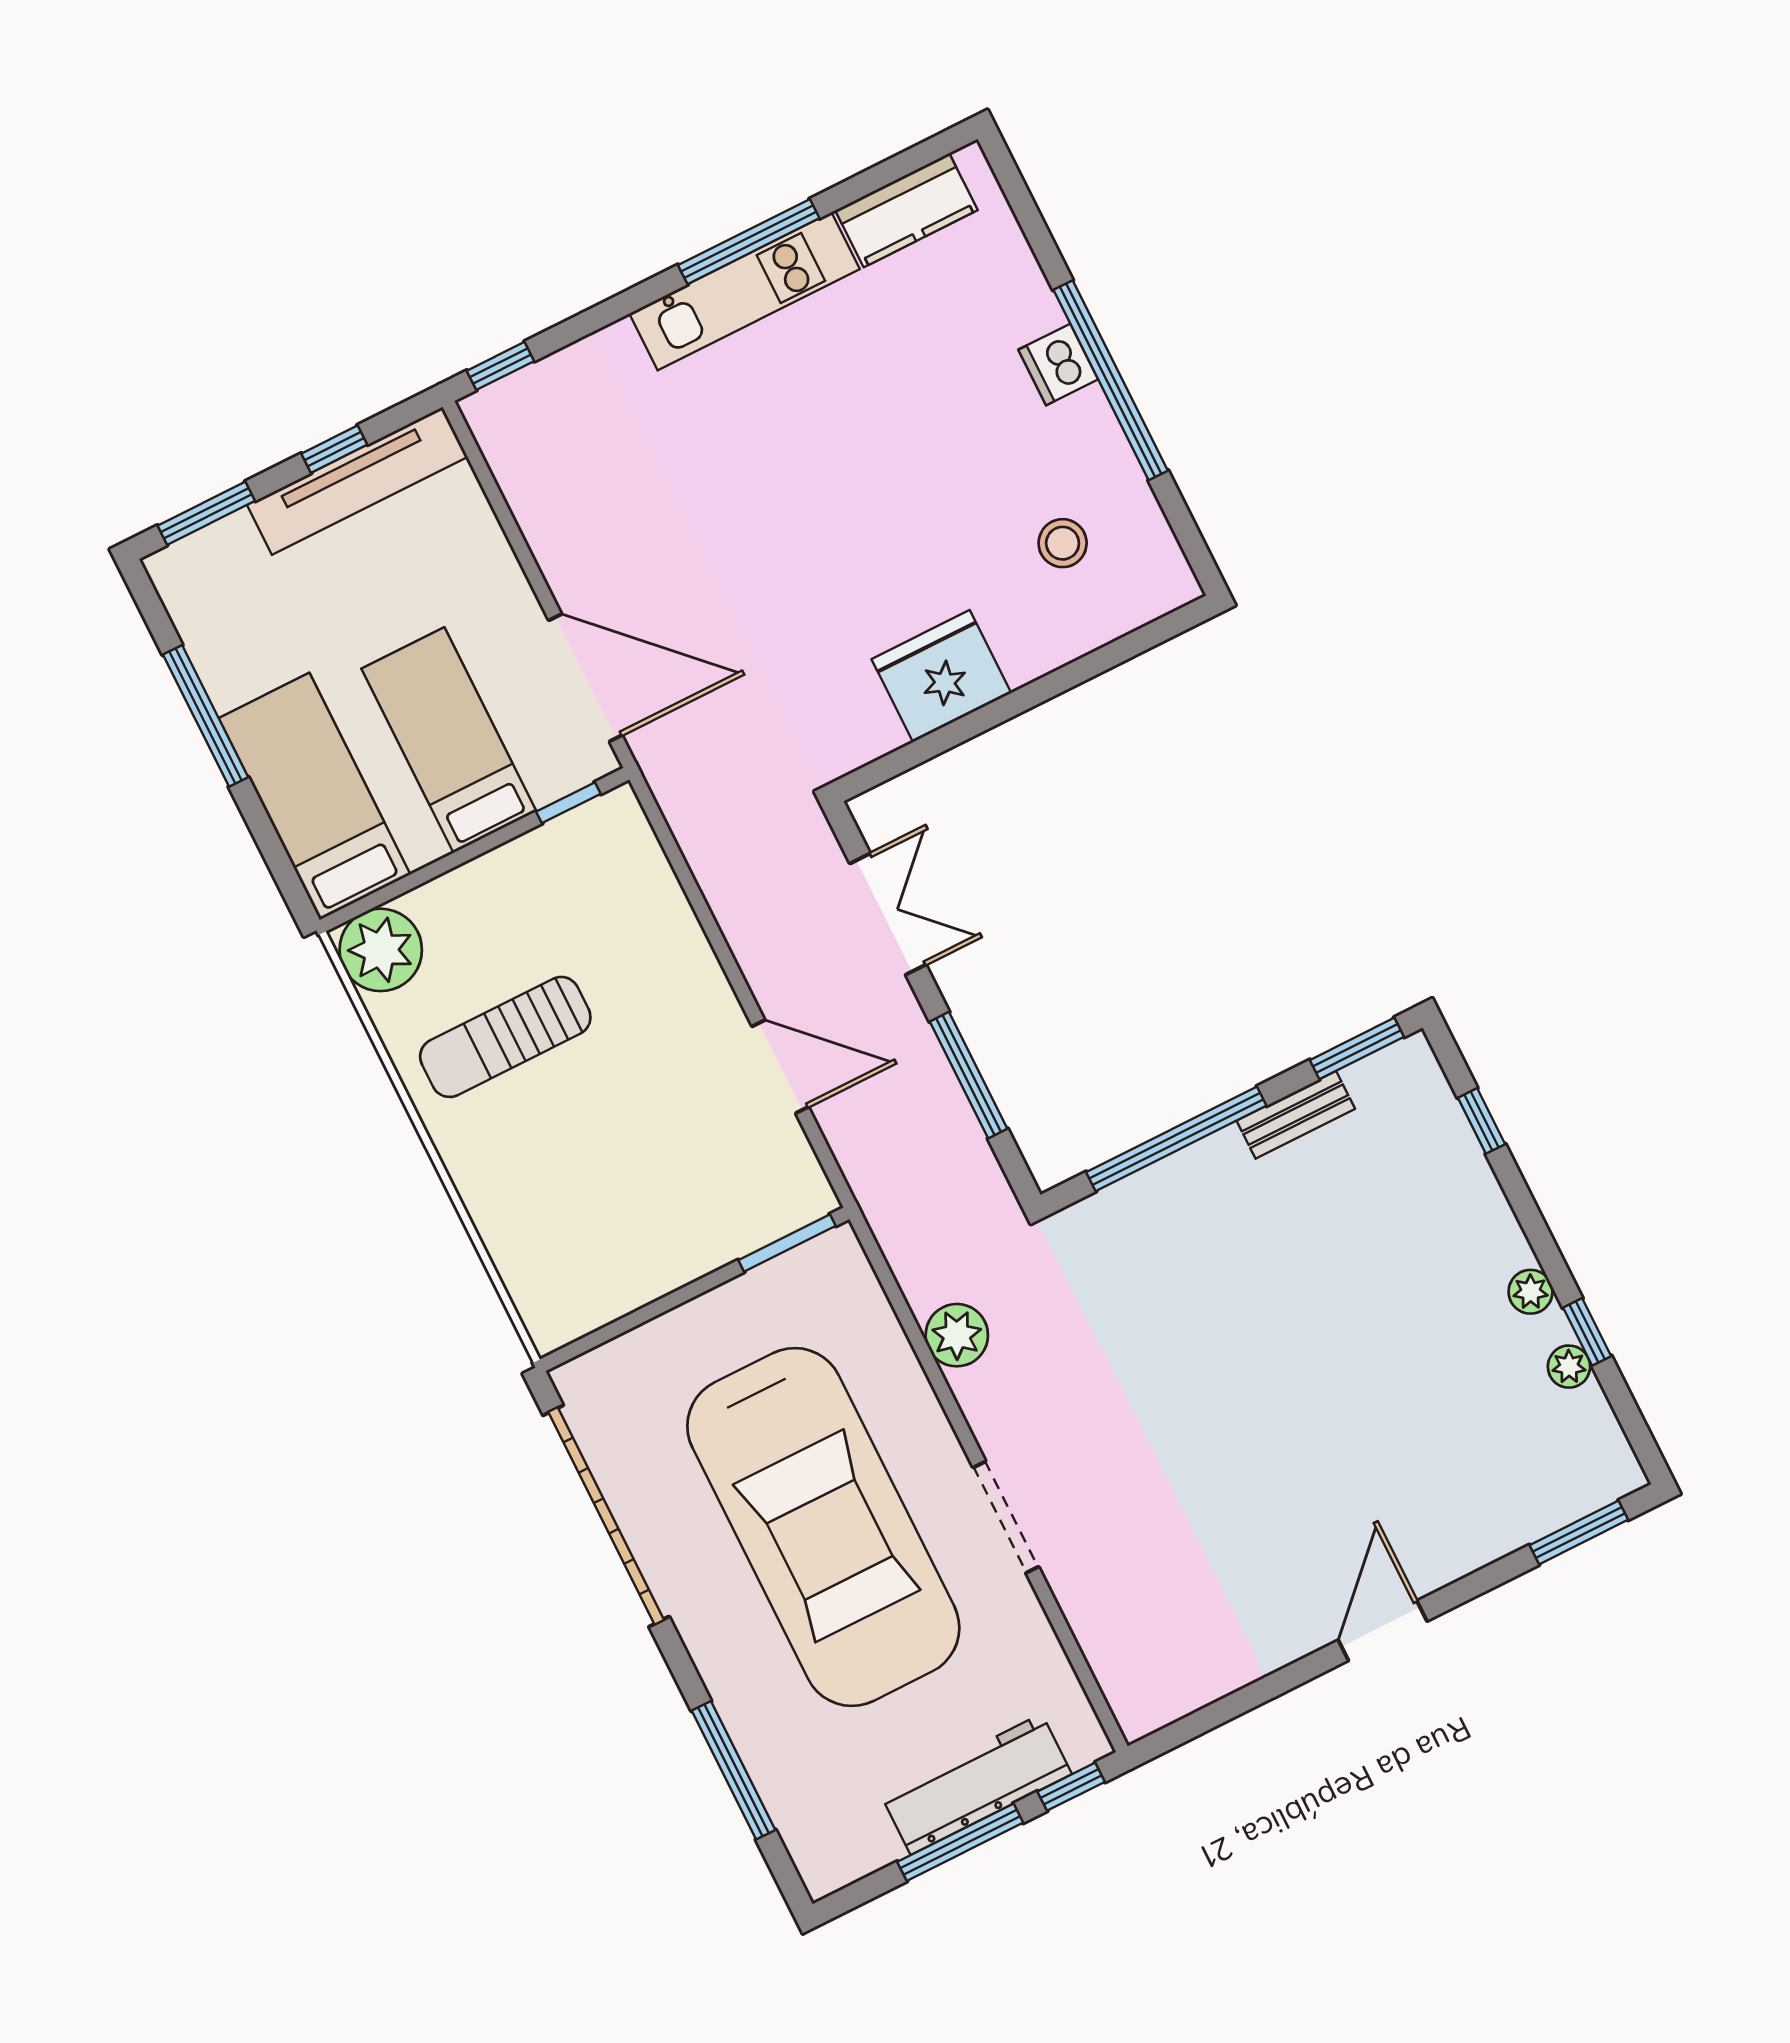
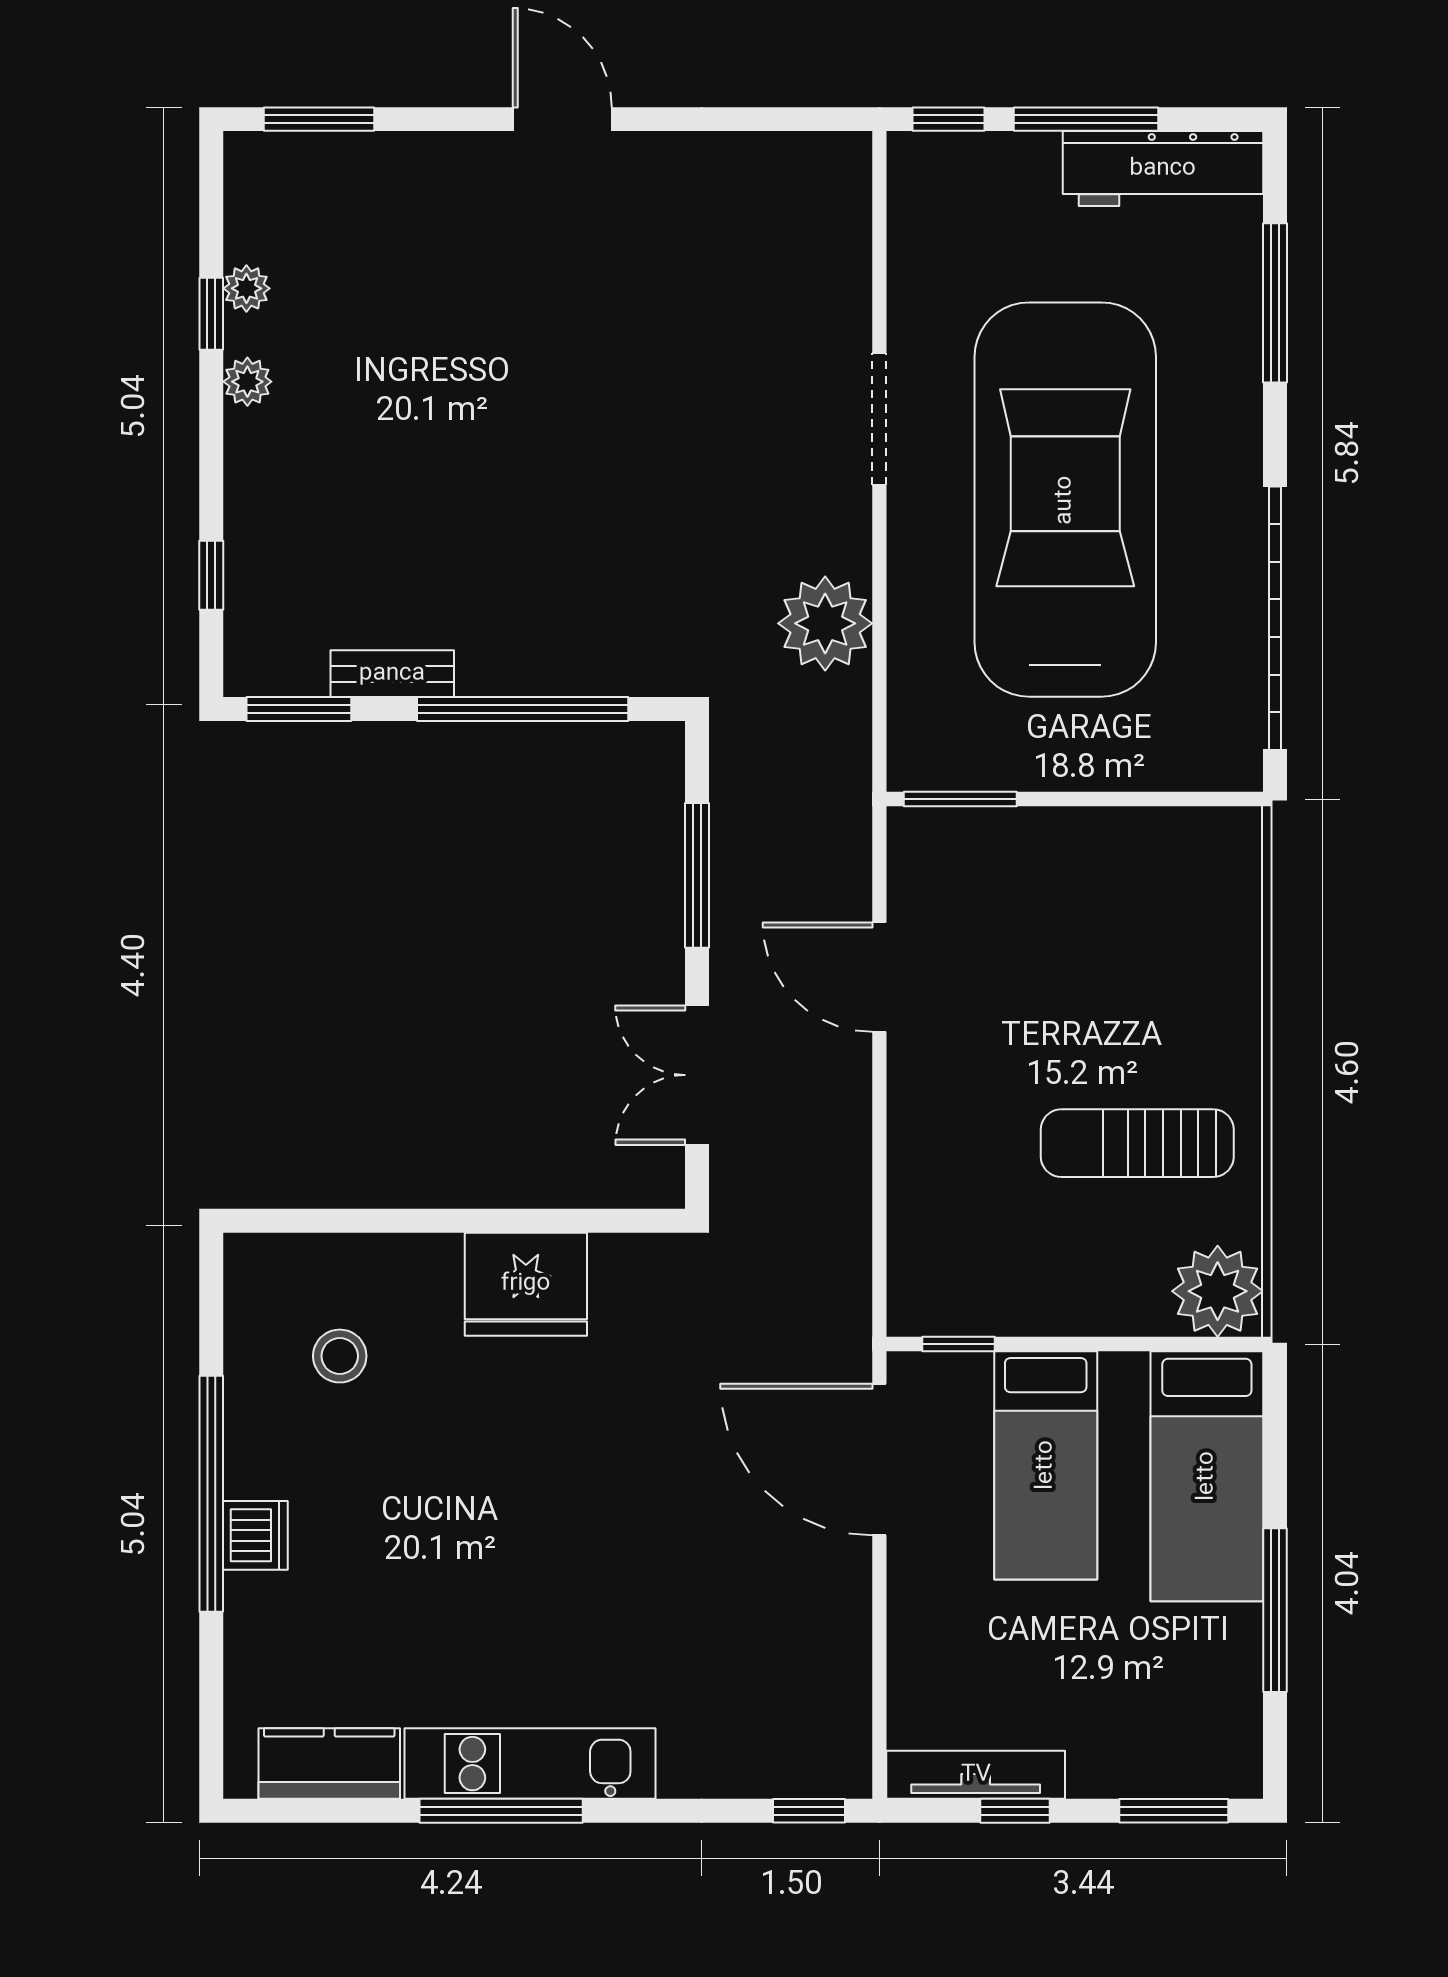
tv unit: (357, 481) -> (976, 1775), width x0.73, depth x0.78
sun lounger: (505, 1037) -> (1137, 1143), turned 180
plant: (957, 1335) -> (825, 623), width x1.36, depth x1.36
door: (1383, 1631) -> (562, 119), swing flipped
workbench: (976, 1784) -> (1163, 169), moved

